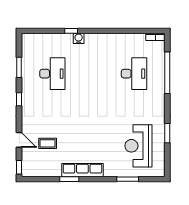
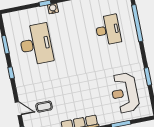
desk: (52, 74) -> (36, 44), width x1.36, depth x1.30

